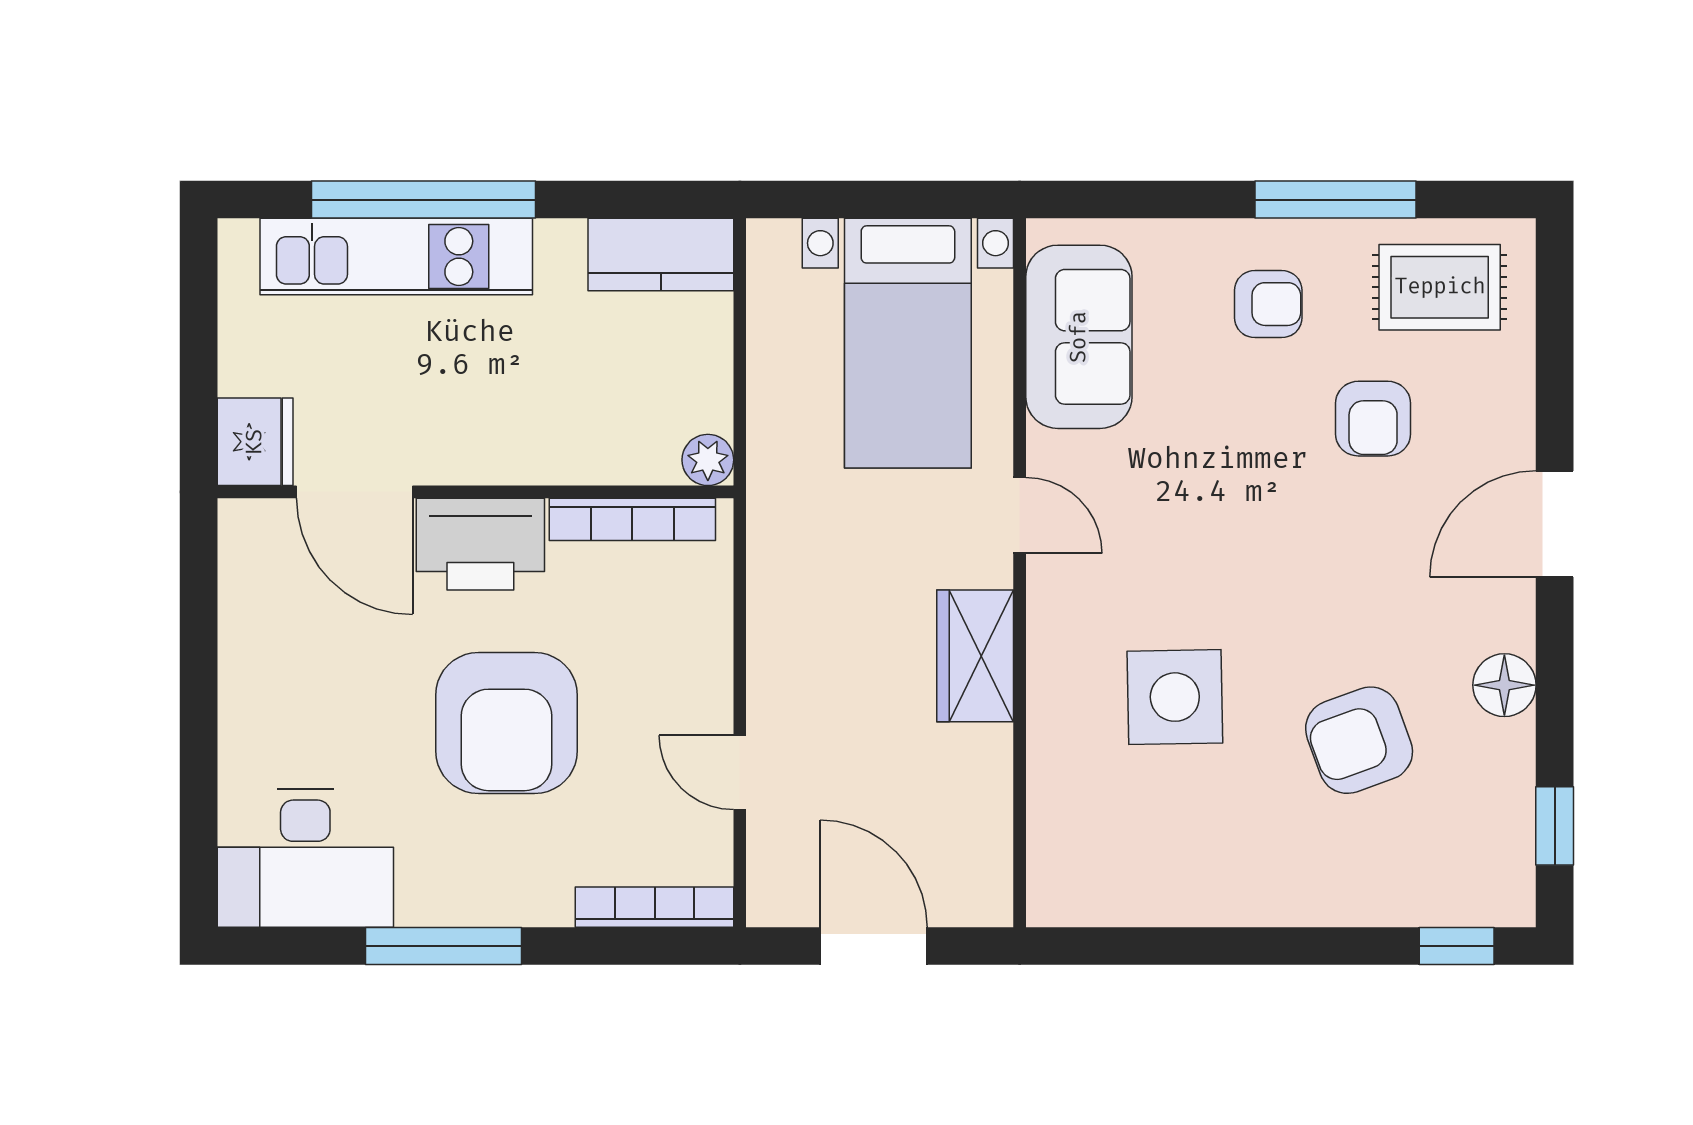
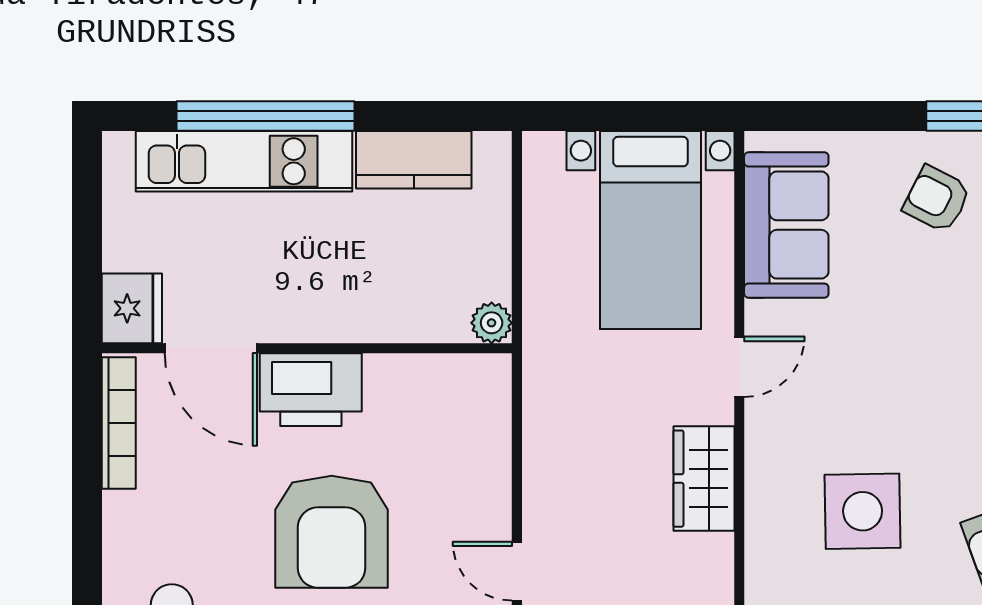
kitchen counter: (661, 255) -> (414, 160), moved
armchair: (1268, 304) -> (937, 199), turned -153
door: (1020, 515) -> (739, 367), hinge flipped
bookcase: (632, 519) -> (119, 423), moved, turned -90

